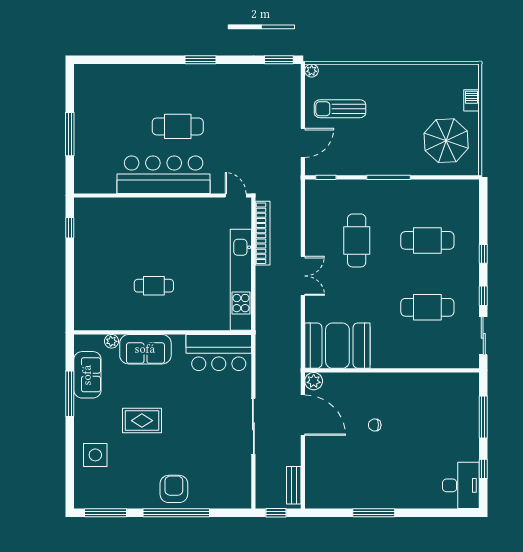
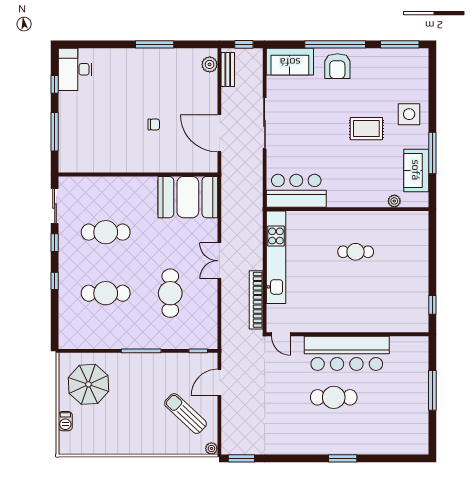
window: (201, 60) -> (343, 458), moved
sun lounger: (340, 109) -> (185, 414), turned -137
sofa: (145, 349) -> (290, 62), moved, turned 180
plant: (314, 381) -> (210, 64), moved
side table: (95, 455) -> (409, 114), moved

